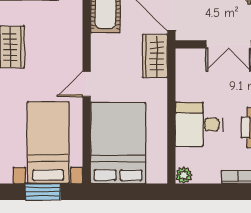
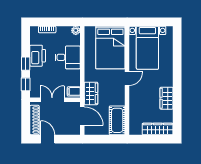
filing cabinet: (188, 60) -> (74, 91), added
window: (43, 192) -> (150, 22), removed

